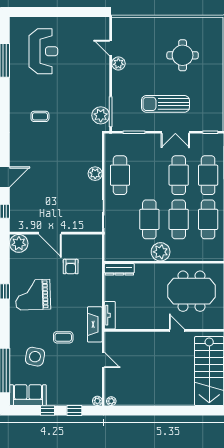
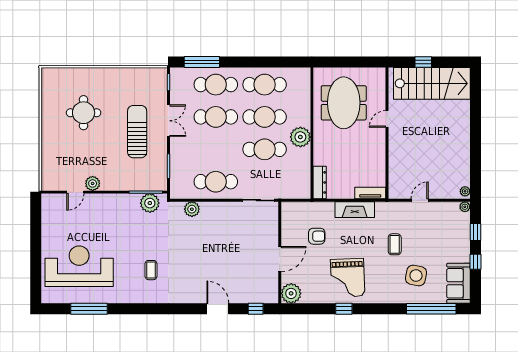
reception desk: (43, 51) -> (79, 266), width x1.36, depth x1.30
sun lounger: (165, 104) -> (137, 132), turned 180
plant: (95, 174) -> (192, 209), moved
fireplace: (95, 324) -> (355, 210), moved

